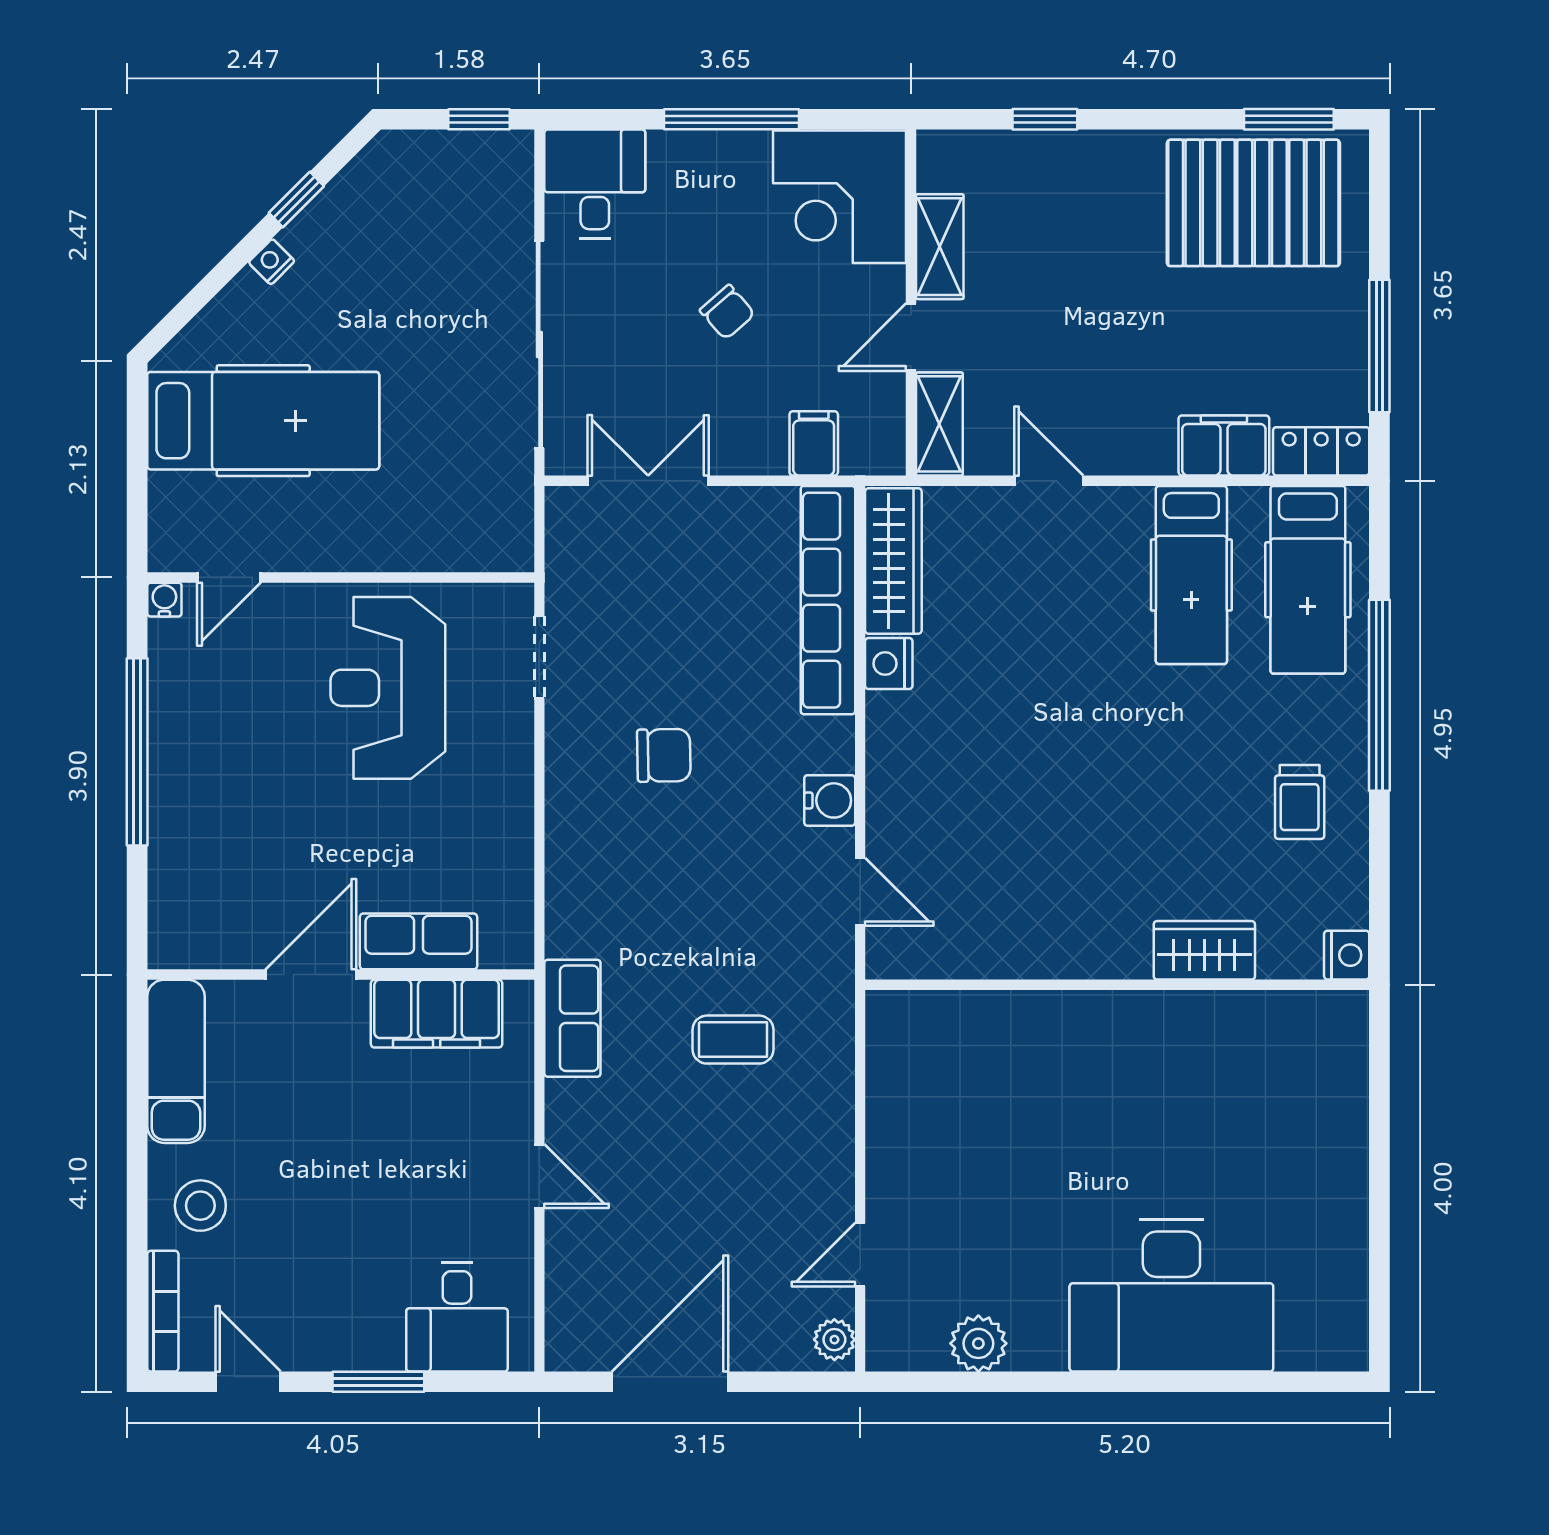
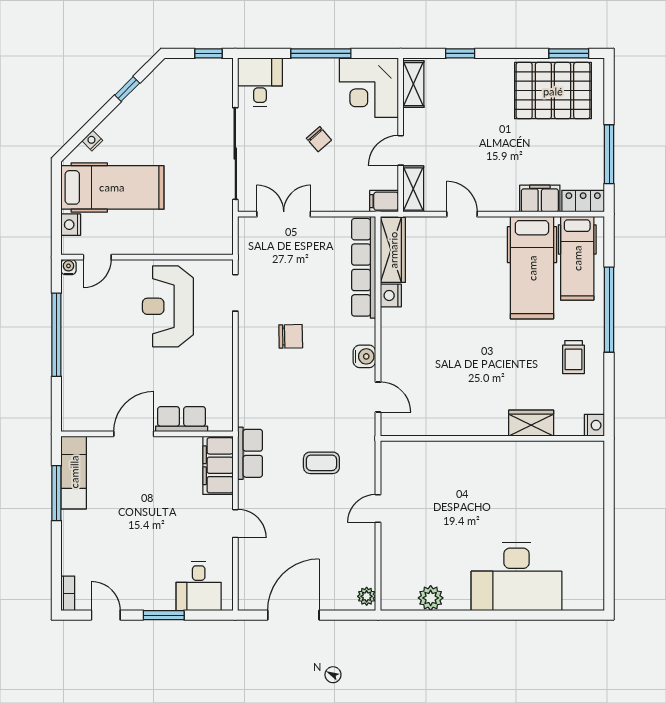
shelving: (940, 247) -> (413, 84), moved
nightstand: (272, 262) -> (92, 141), moved
filing cabinet: (814, 443) -> (384, 201), moved, turned -90
nightstand: (169, 504) -> (71, 225), added
hospital bed: (1191, 575) -> (532, 268), width x1.37, depth x1.29
filing cabinet: (437, 1014) -> (218, 465), moved, turned 90
window: (137, 1108) -> (56, 493), added
stool: (200, 1206) -> (84, 537), removed
door: (860, 1255) -> (378, 509), moved
bookcase: (163, 1311) -> (68, 593), width x0.64

